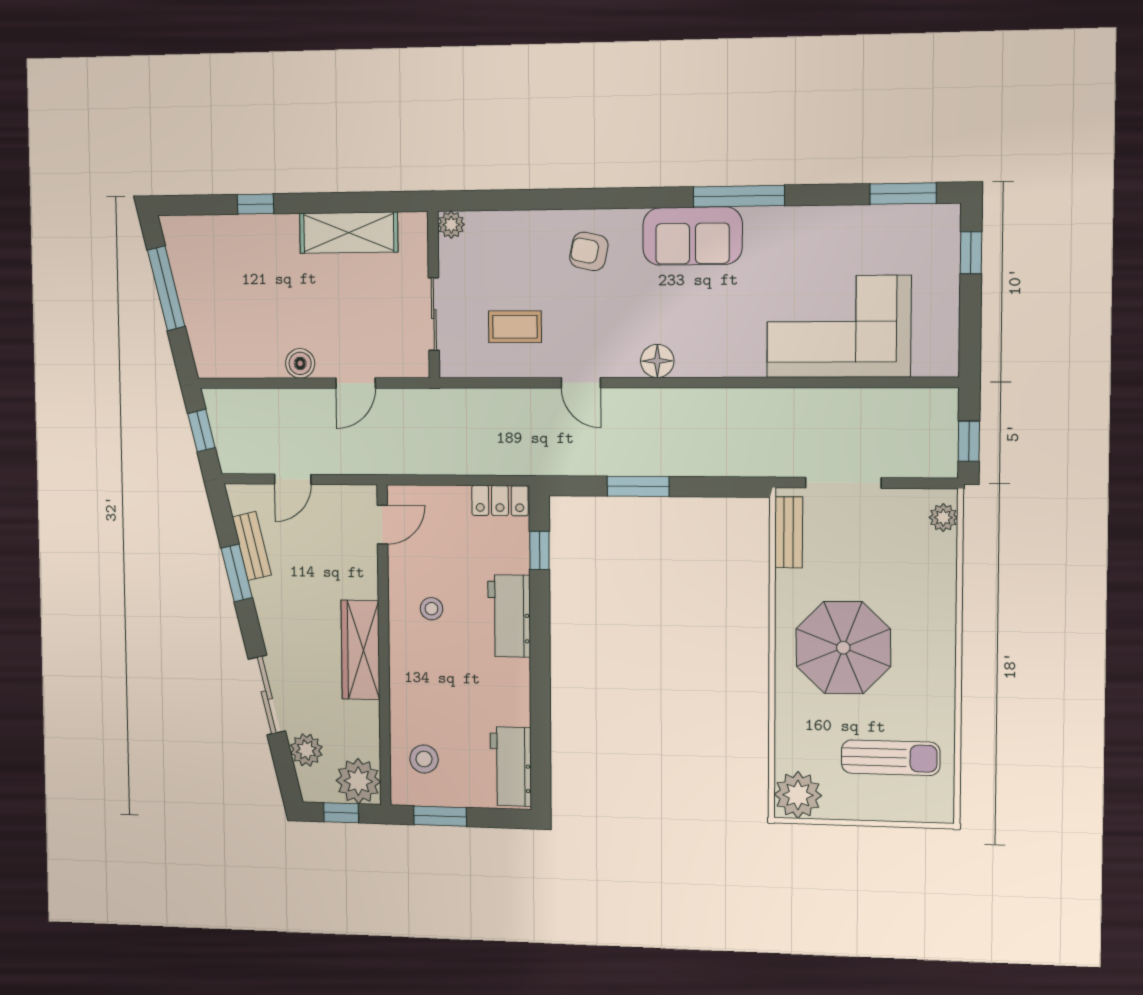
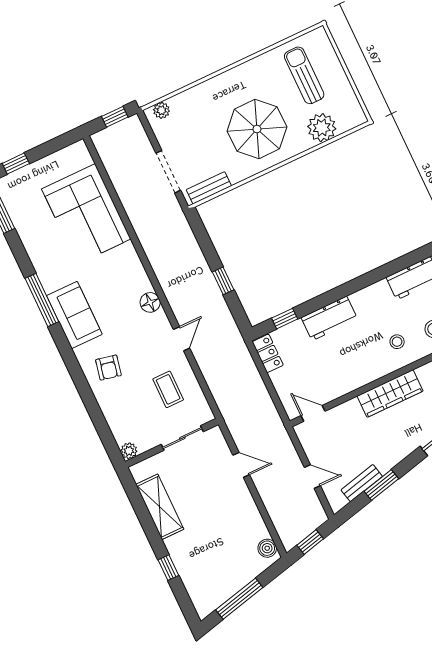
boiler: (300, 363) -> (267, 548), moved
window: (638, 486) -> (223, 281), width x0.67
stool: (432, 609) -> (397, 342), moved
plant: (798, 795) -> (322, 128), moved

